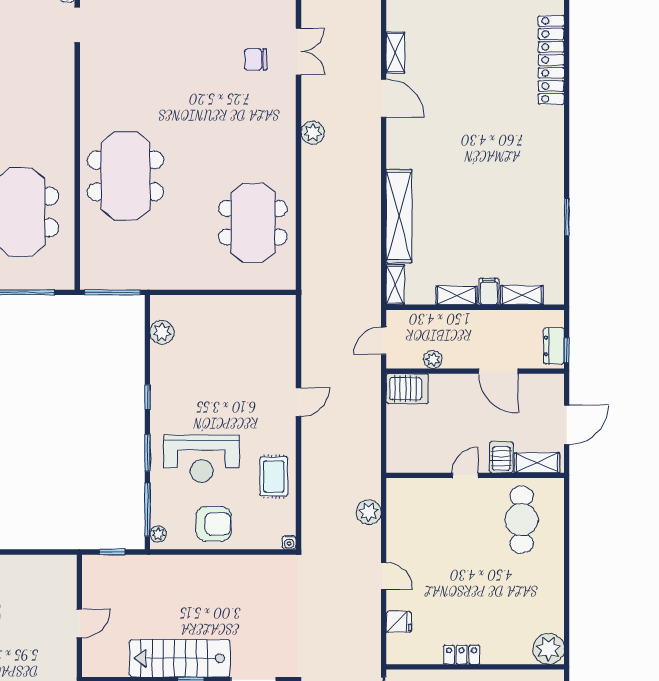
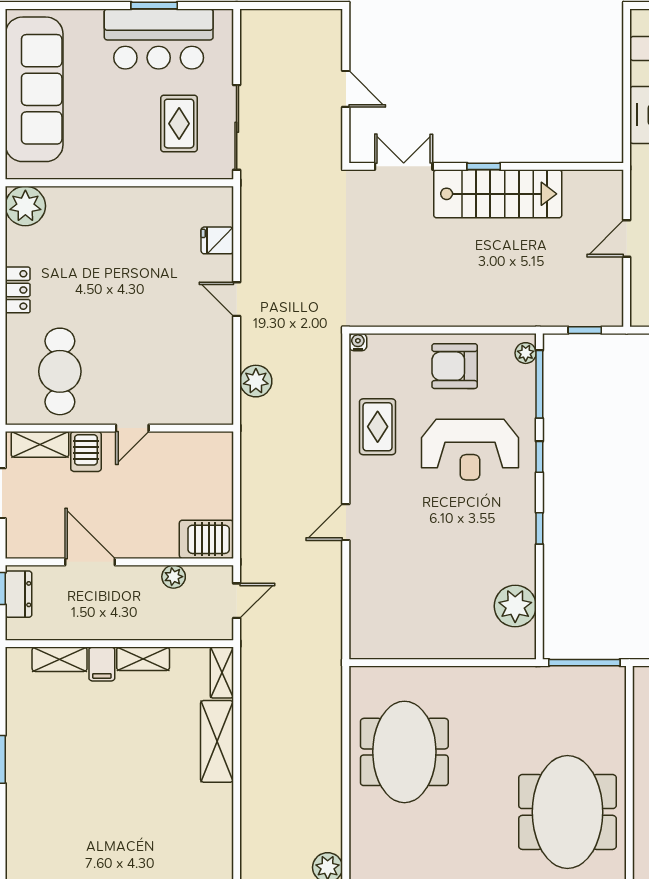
shelving: (399, 216) -> (217, 741), width x0.68
plant: (162, 332) -> (515, 606), width x1.36, depth x1.36
window: (147, 453) -> (539, 457), width x0.67
reception desk: (202, 459) -> (470, 450), turned 180
locker: (462, 655) -> (18, 290), moved, turned -90

